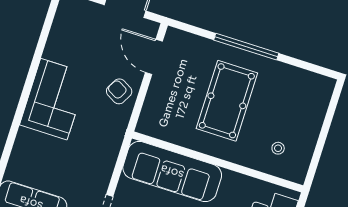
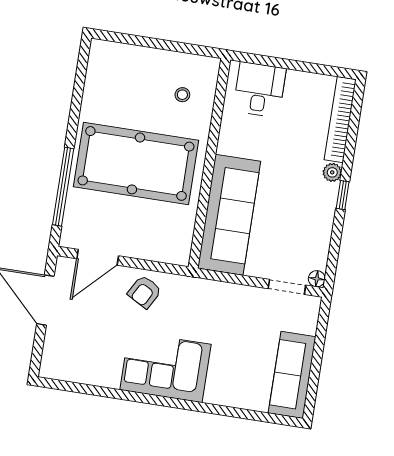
window: (246, 47) -> (63, 187), moved
pool table: (227, 101) -> (136, 163), width x1.36, depth x1.32

